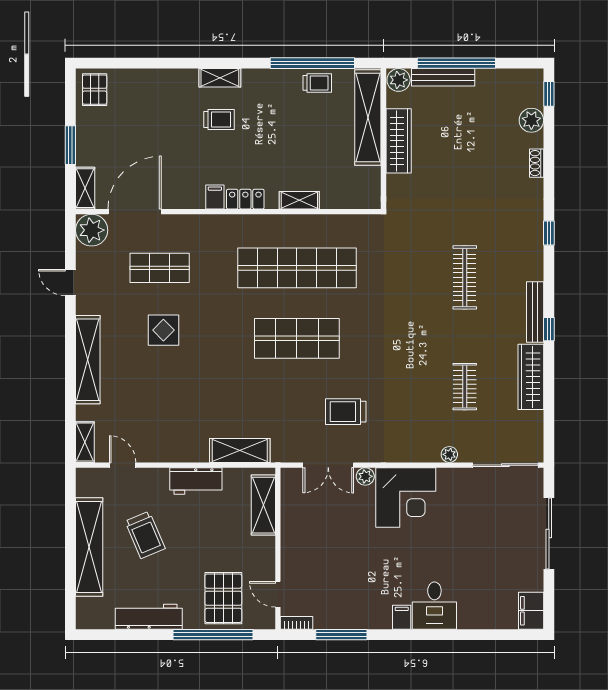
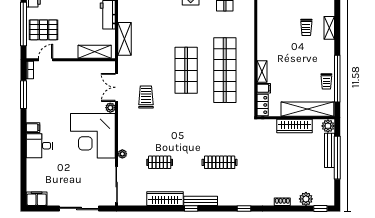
filing cabinet: (215, 197) -> (264, 88), moved
locker: (245, 199) -> (263, 105), moved
corner desk: (406, 497) -> (93, 136), width x1.36, depth x1.36

